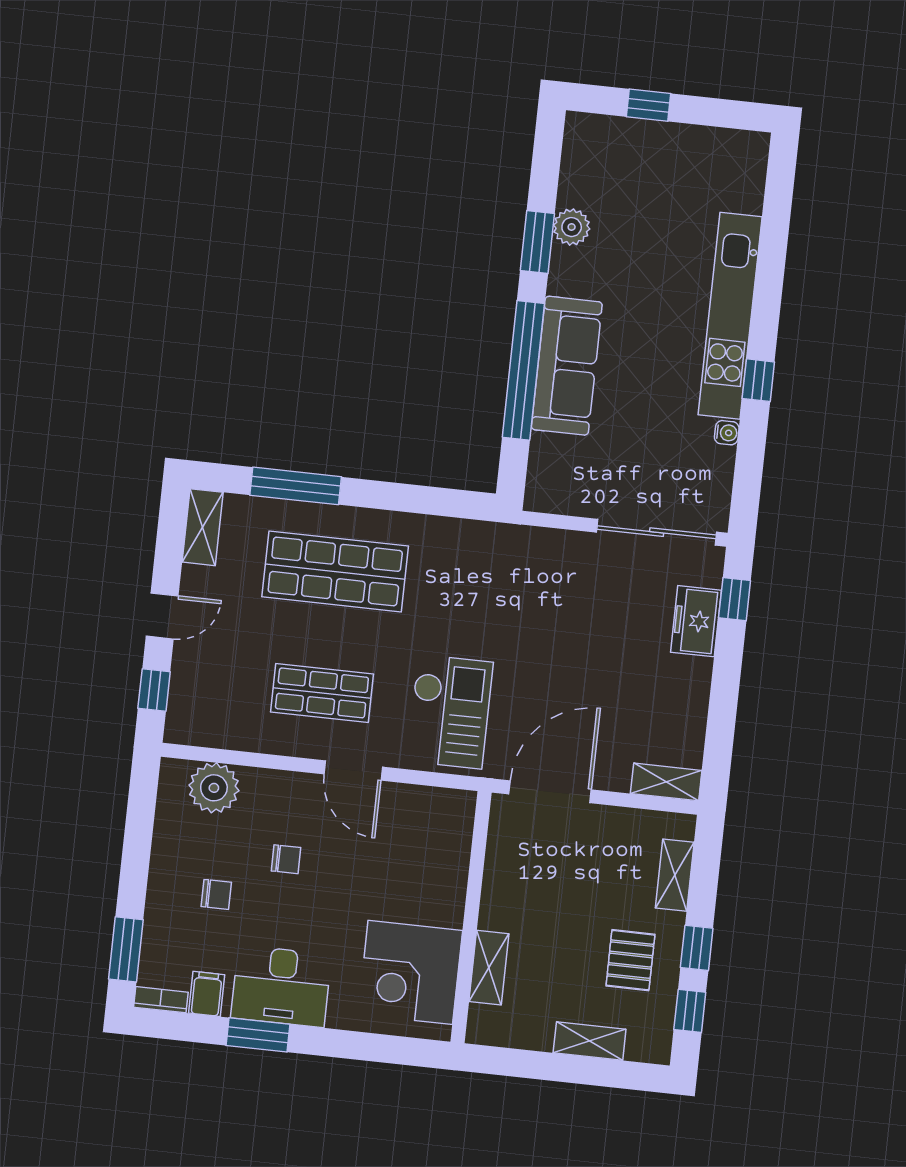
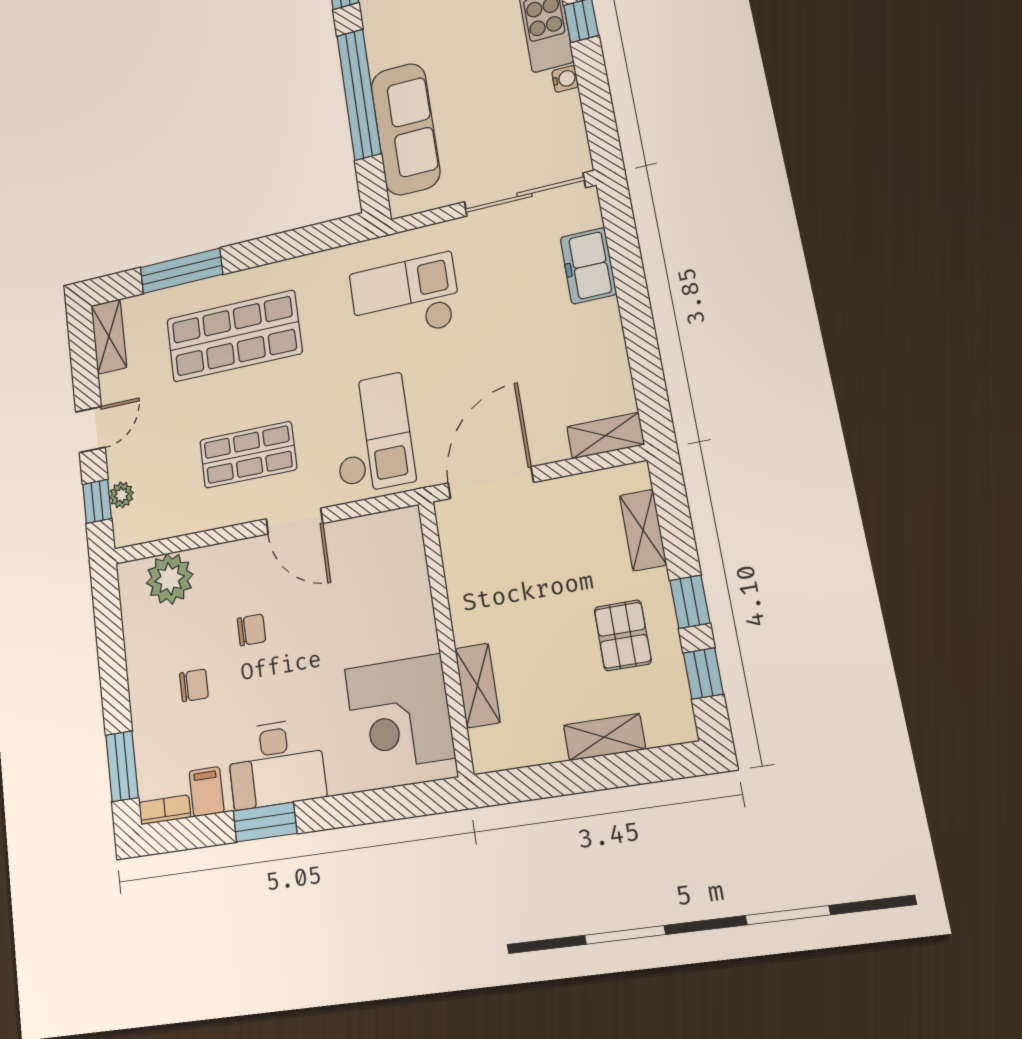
sofa: (567, 366) -> (405, 129), moved
checkout: (516, 593) -> (405, 299), added
window: (735, 599) -> (621, 231), removed
plant: (182, 692) -> (122, 495), added

